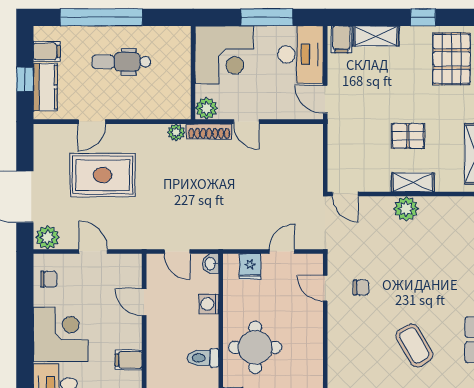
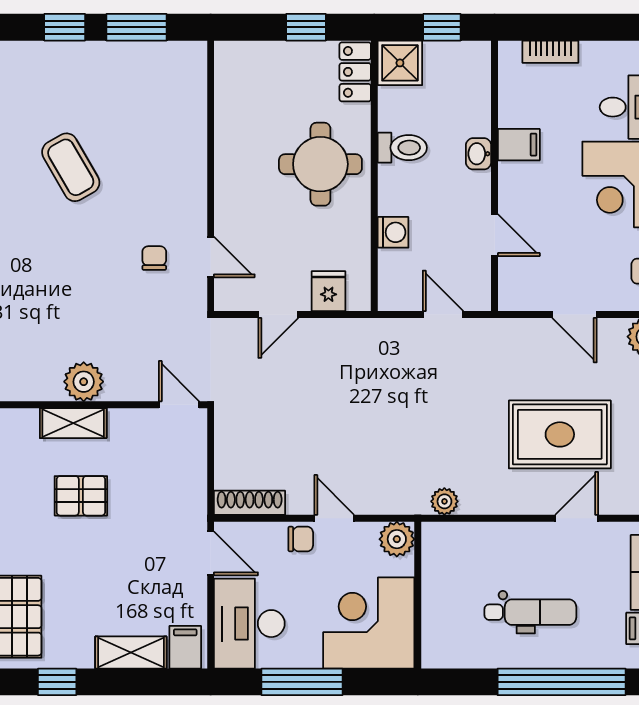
chair: (268, 108) -> (301, 539), added
shoe rack: (209, 131) -> (250, 503), moved
washbasin: (211, 264) -> (479, 154), moved, turned 180
chair: (361, 288) -> (154, 258), turned 90

